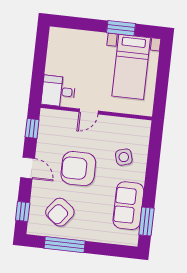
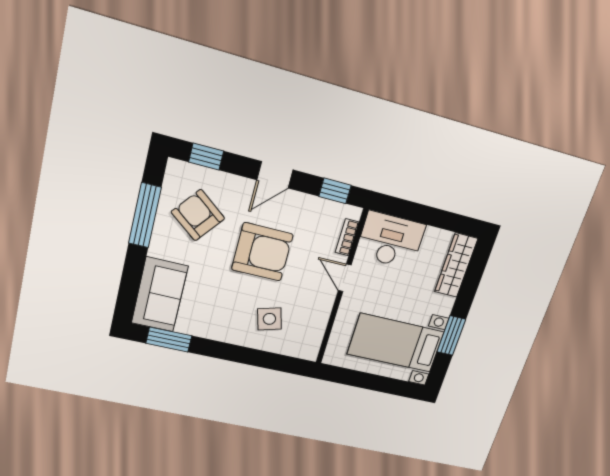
wardrobe: (70, 37) -> (456, 265), added
desk: (58, 91) -> (390, 240), width x1.37
bookcase: (61, 115) -> (347, 237), added
armchair: (78, 169) -> (262, 252), turned 90
sofa: (128, 206) -> (160, 295), moved, turned 90

